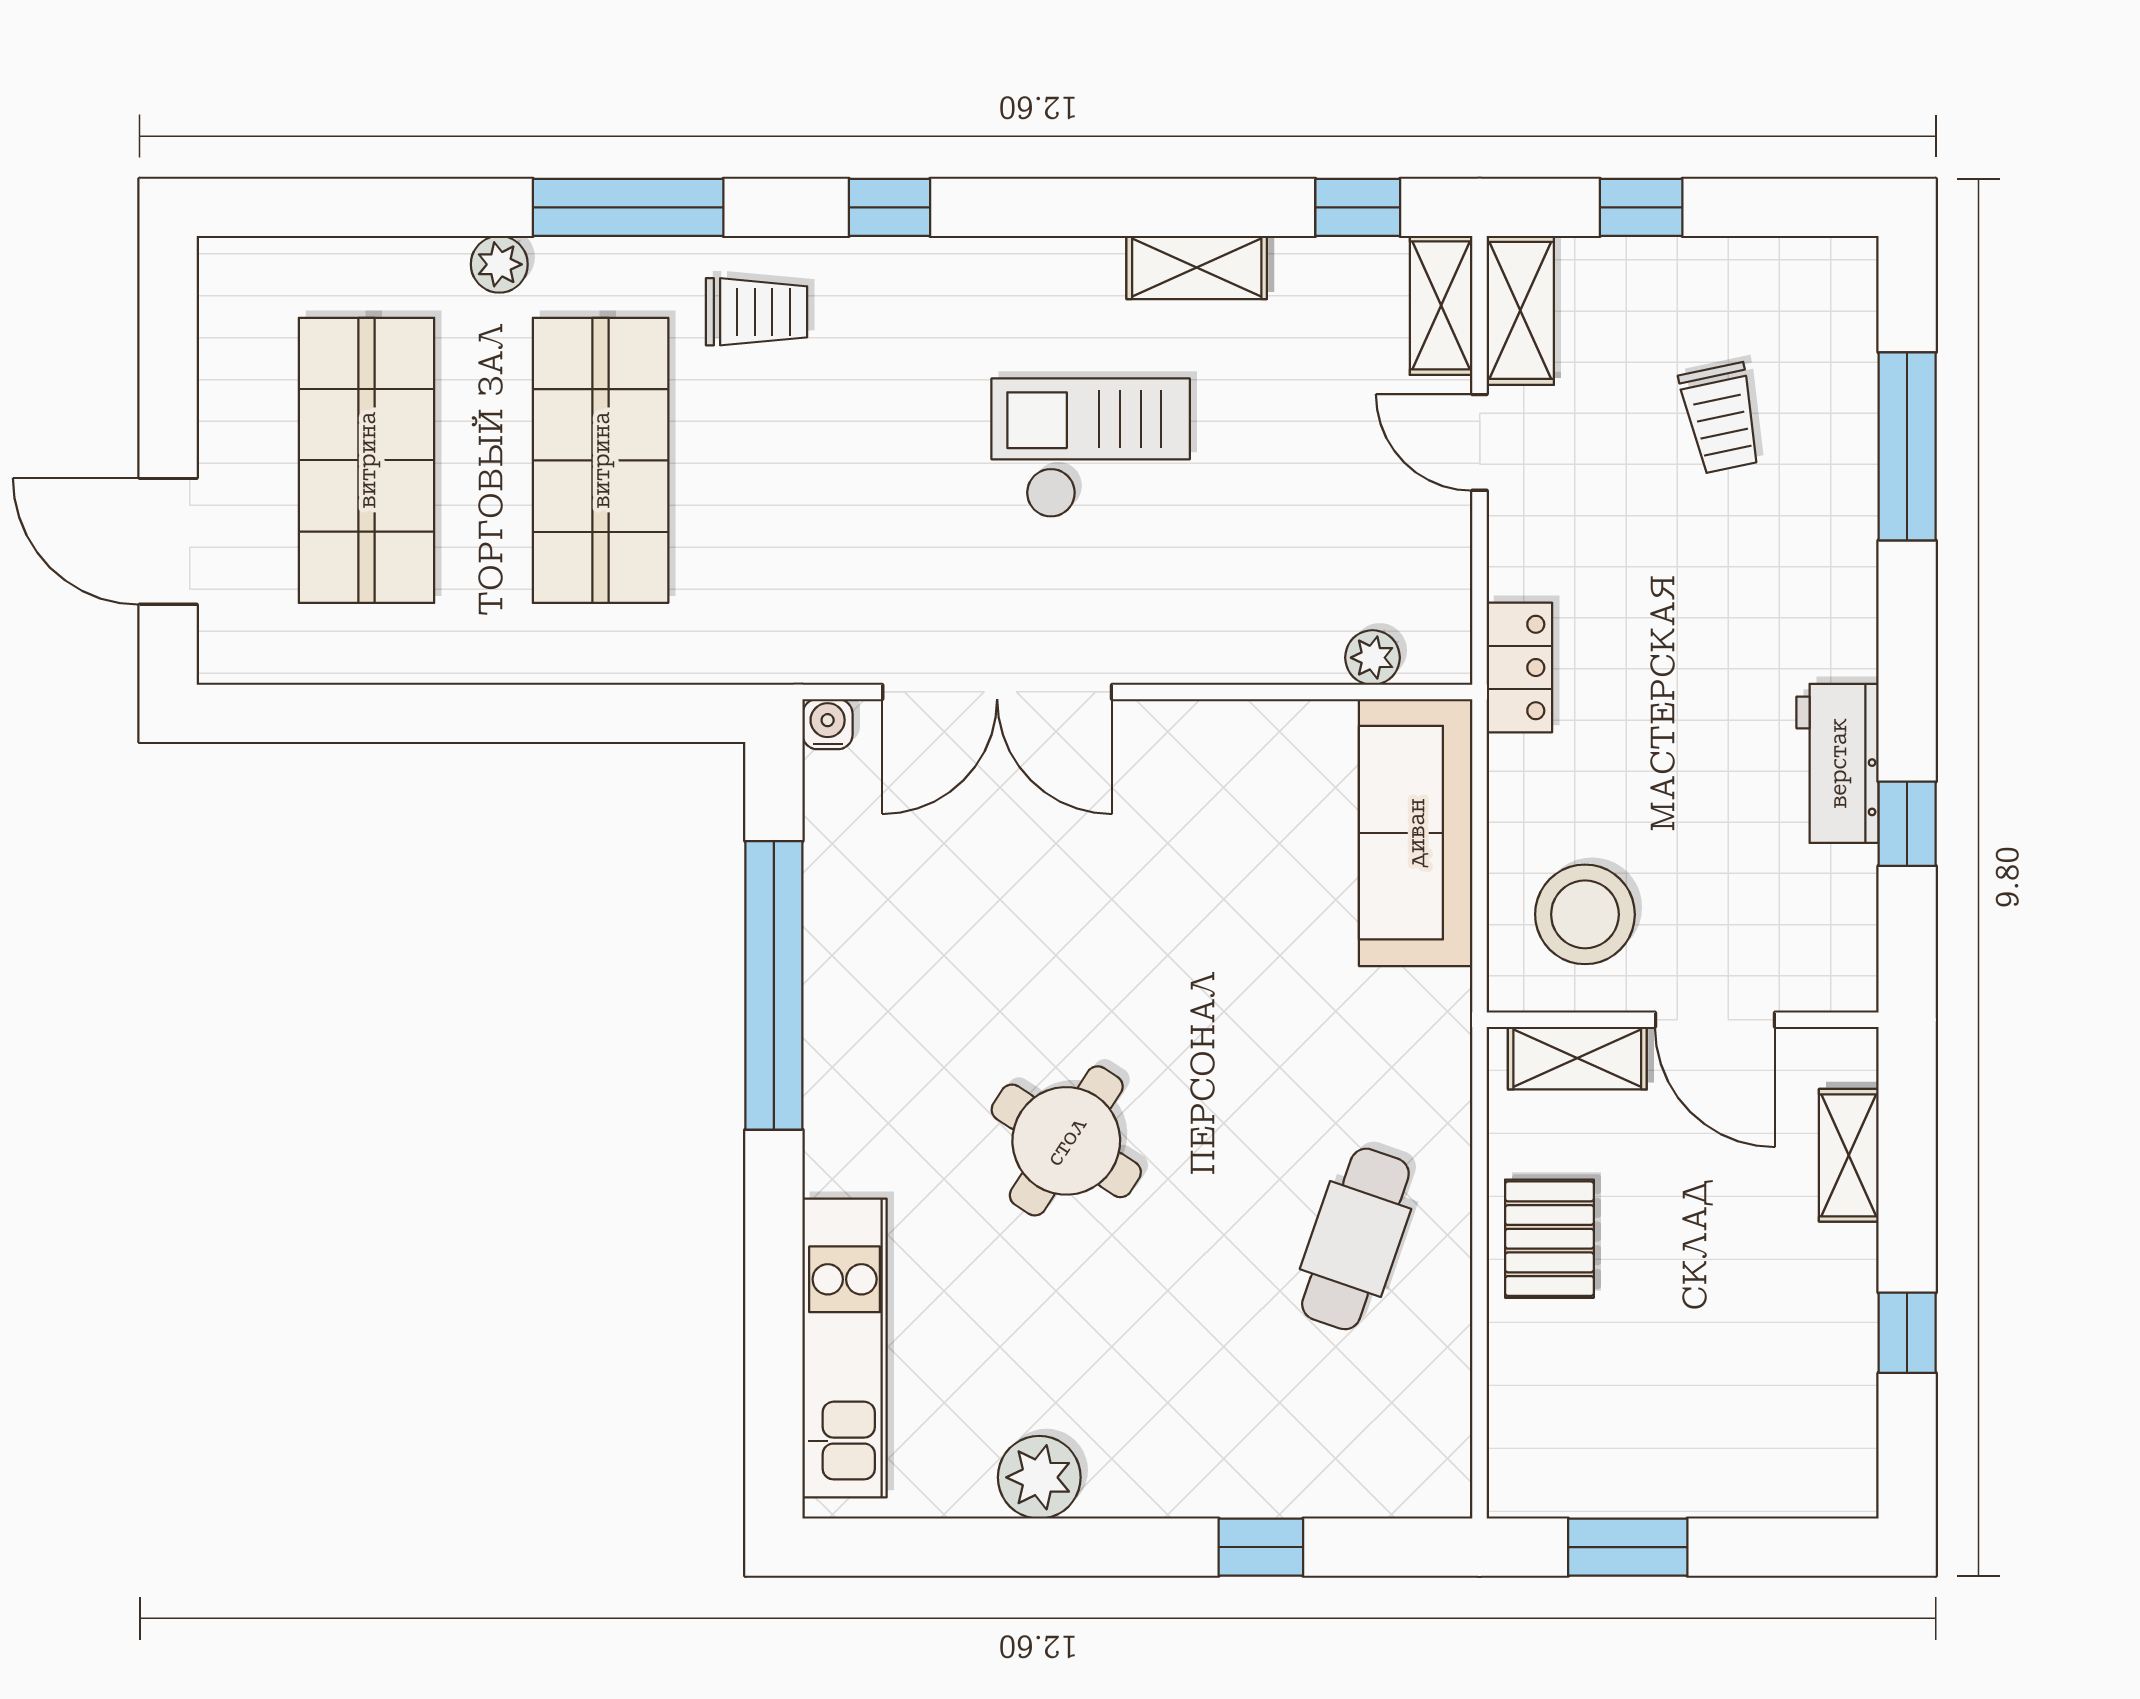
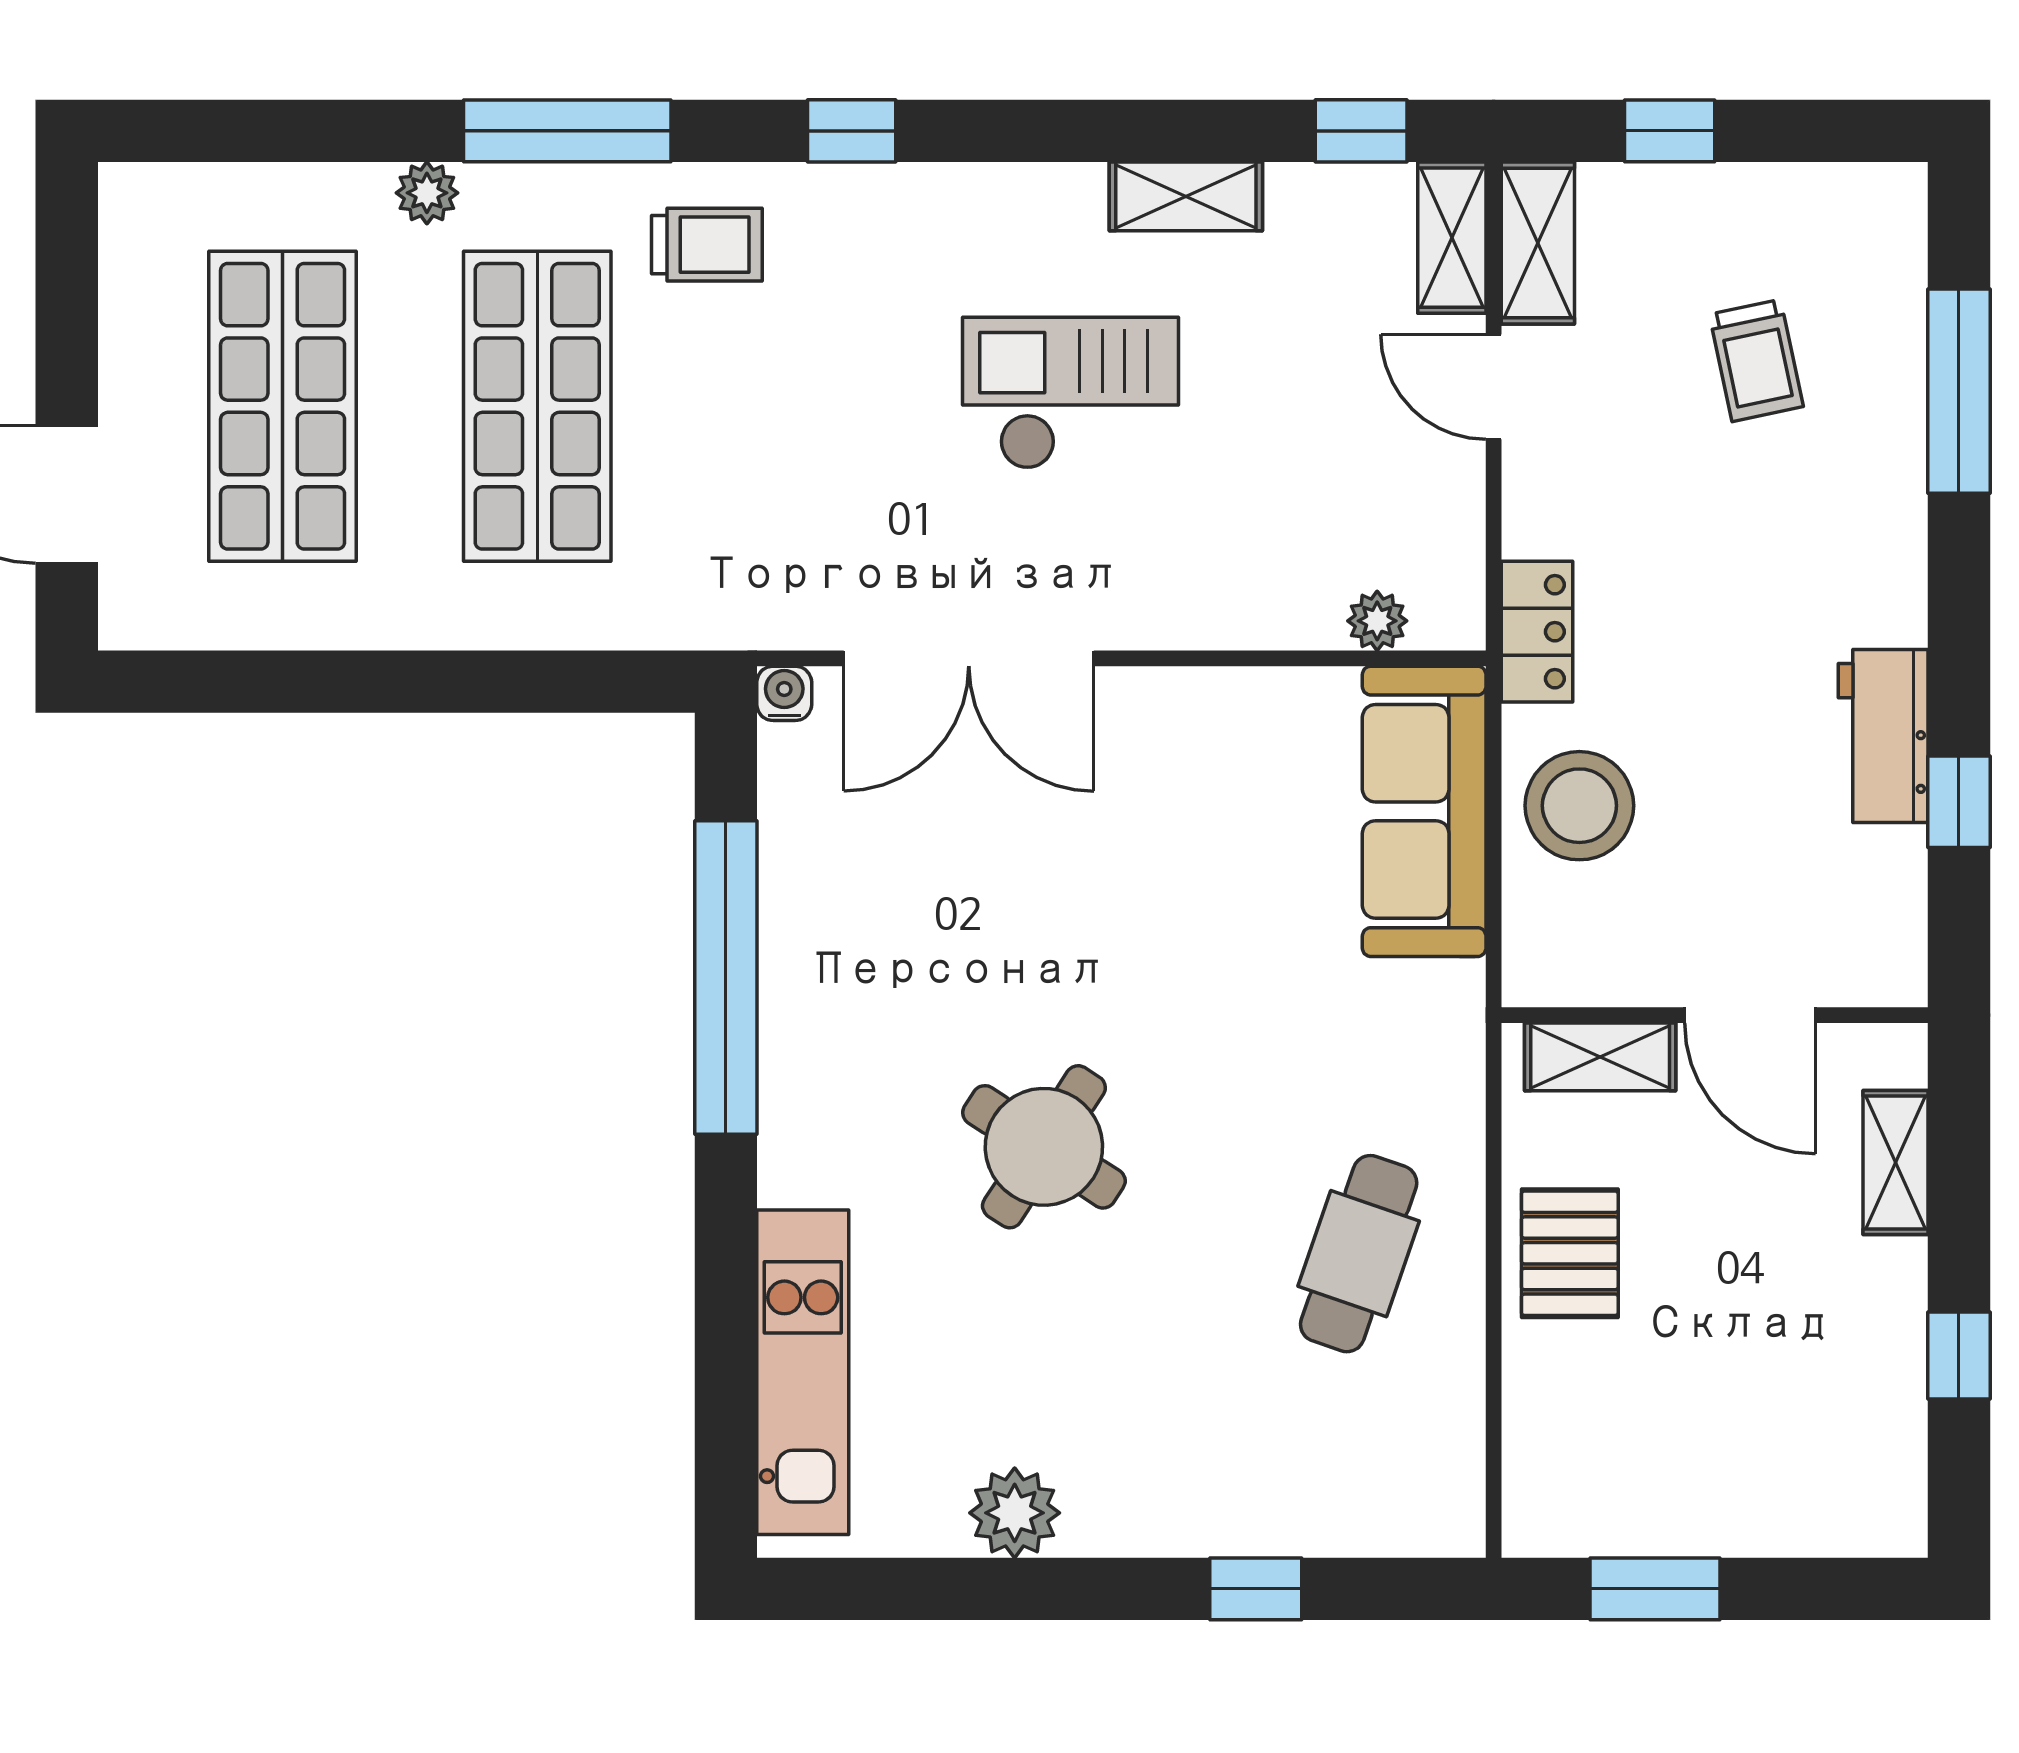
stool: (1585, 914) -> (1579, 806), moved

